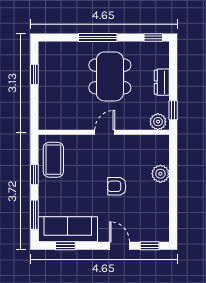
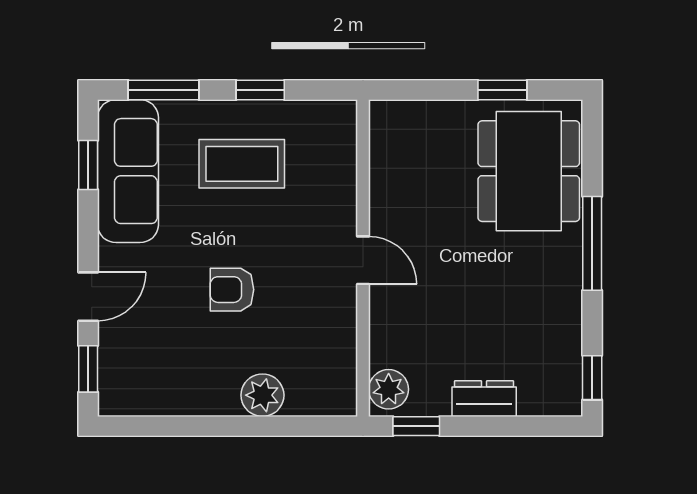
dining table: (110, 76) -> (529, 171), moved, turned 90
coffee table: (53, 160) -> (242, 164), moved
armchair: (117, 186) -> (232, 290), turned -90

